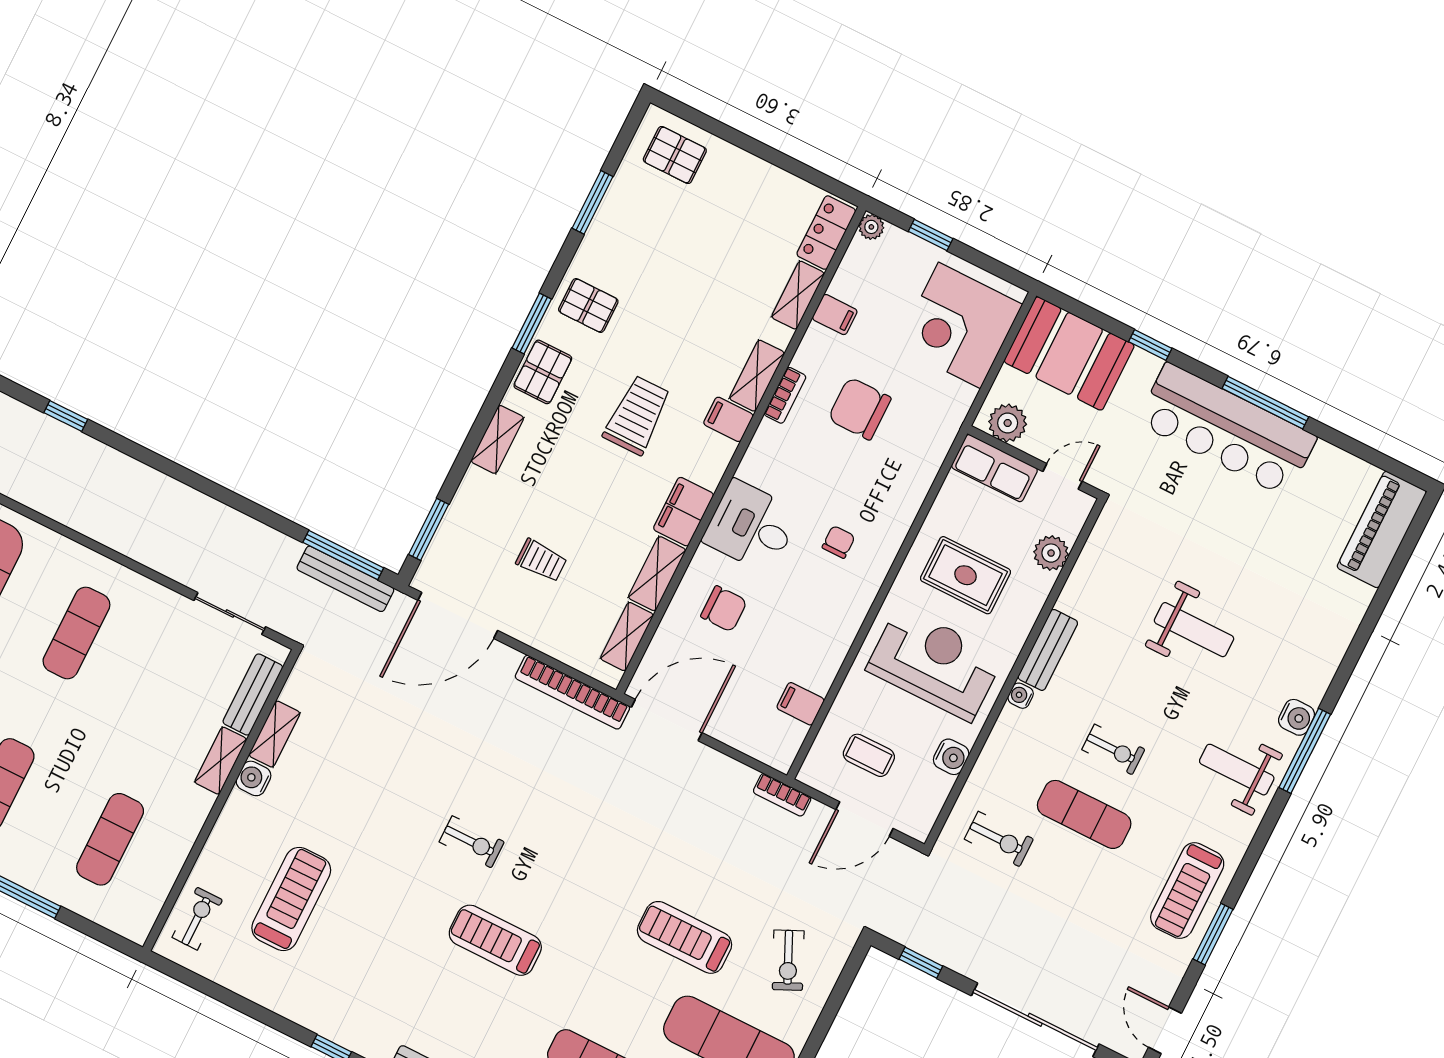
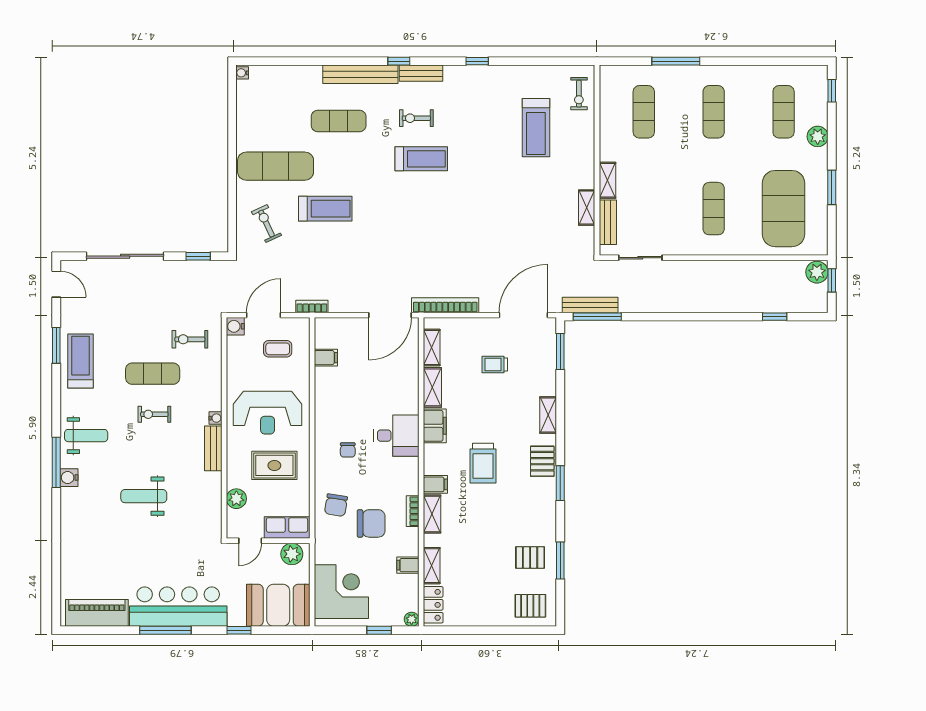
pallet: (588, 306) -> (530, 557), moved
piano: (1382, 529) -> (97, 613), moved, turned -90
chair: (724, 609) -> (336, 505), moved, turned -81
water cooler: (951, 757) -> (235, 326), moved
water cooler: (254, 778) -> (586, 180), removed
exercise bike: (472, 842) -> (416, 118), moved

